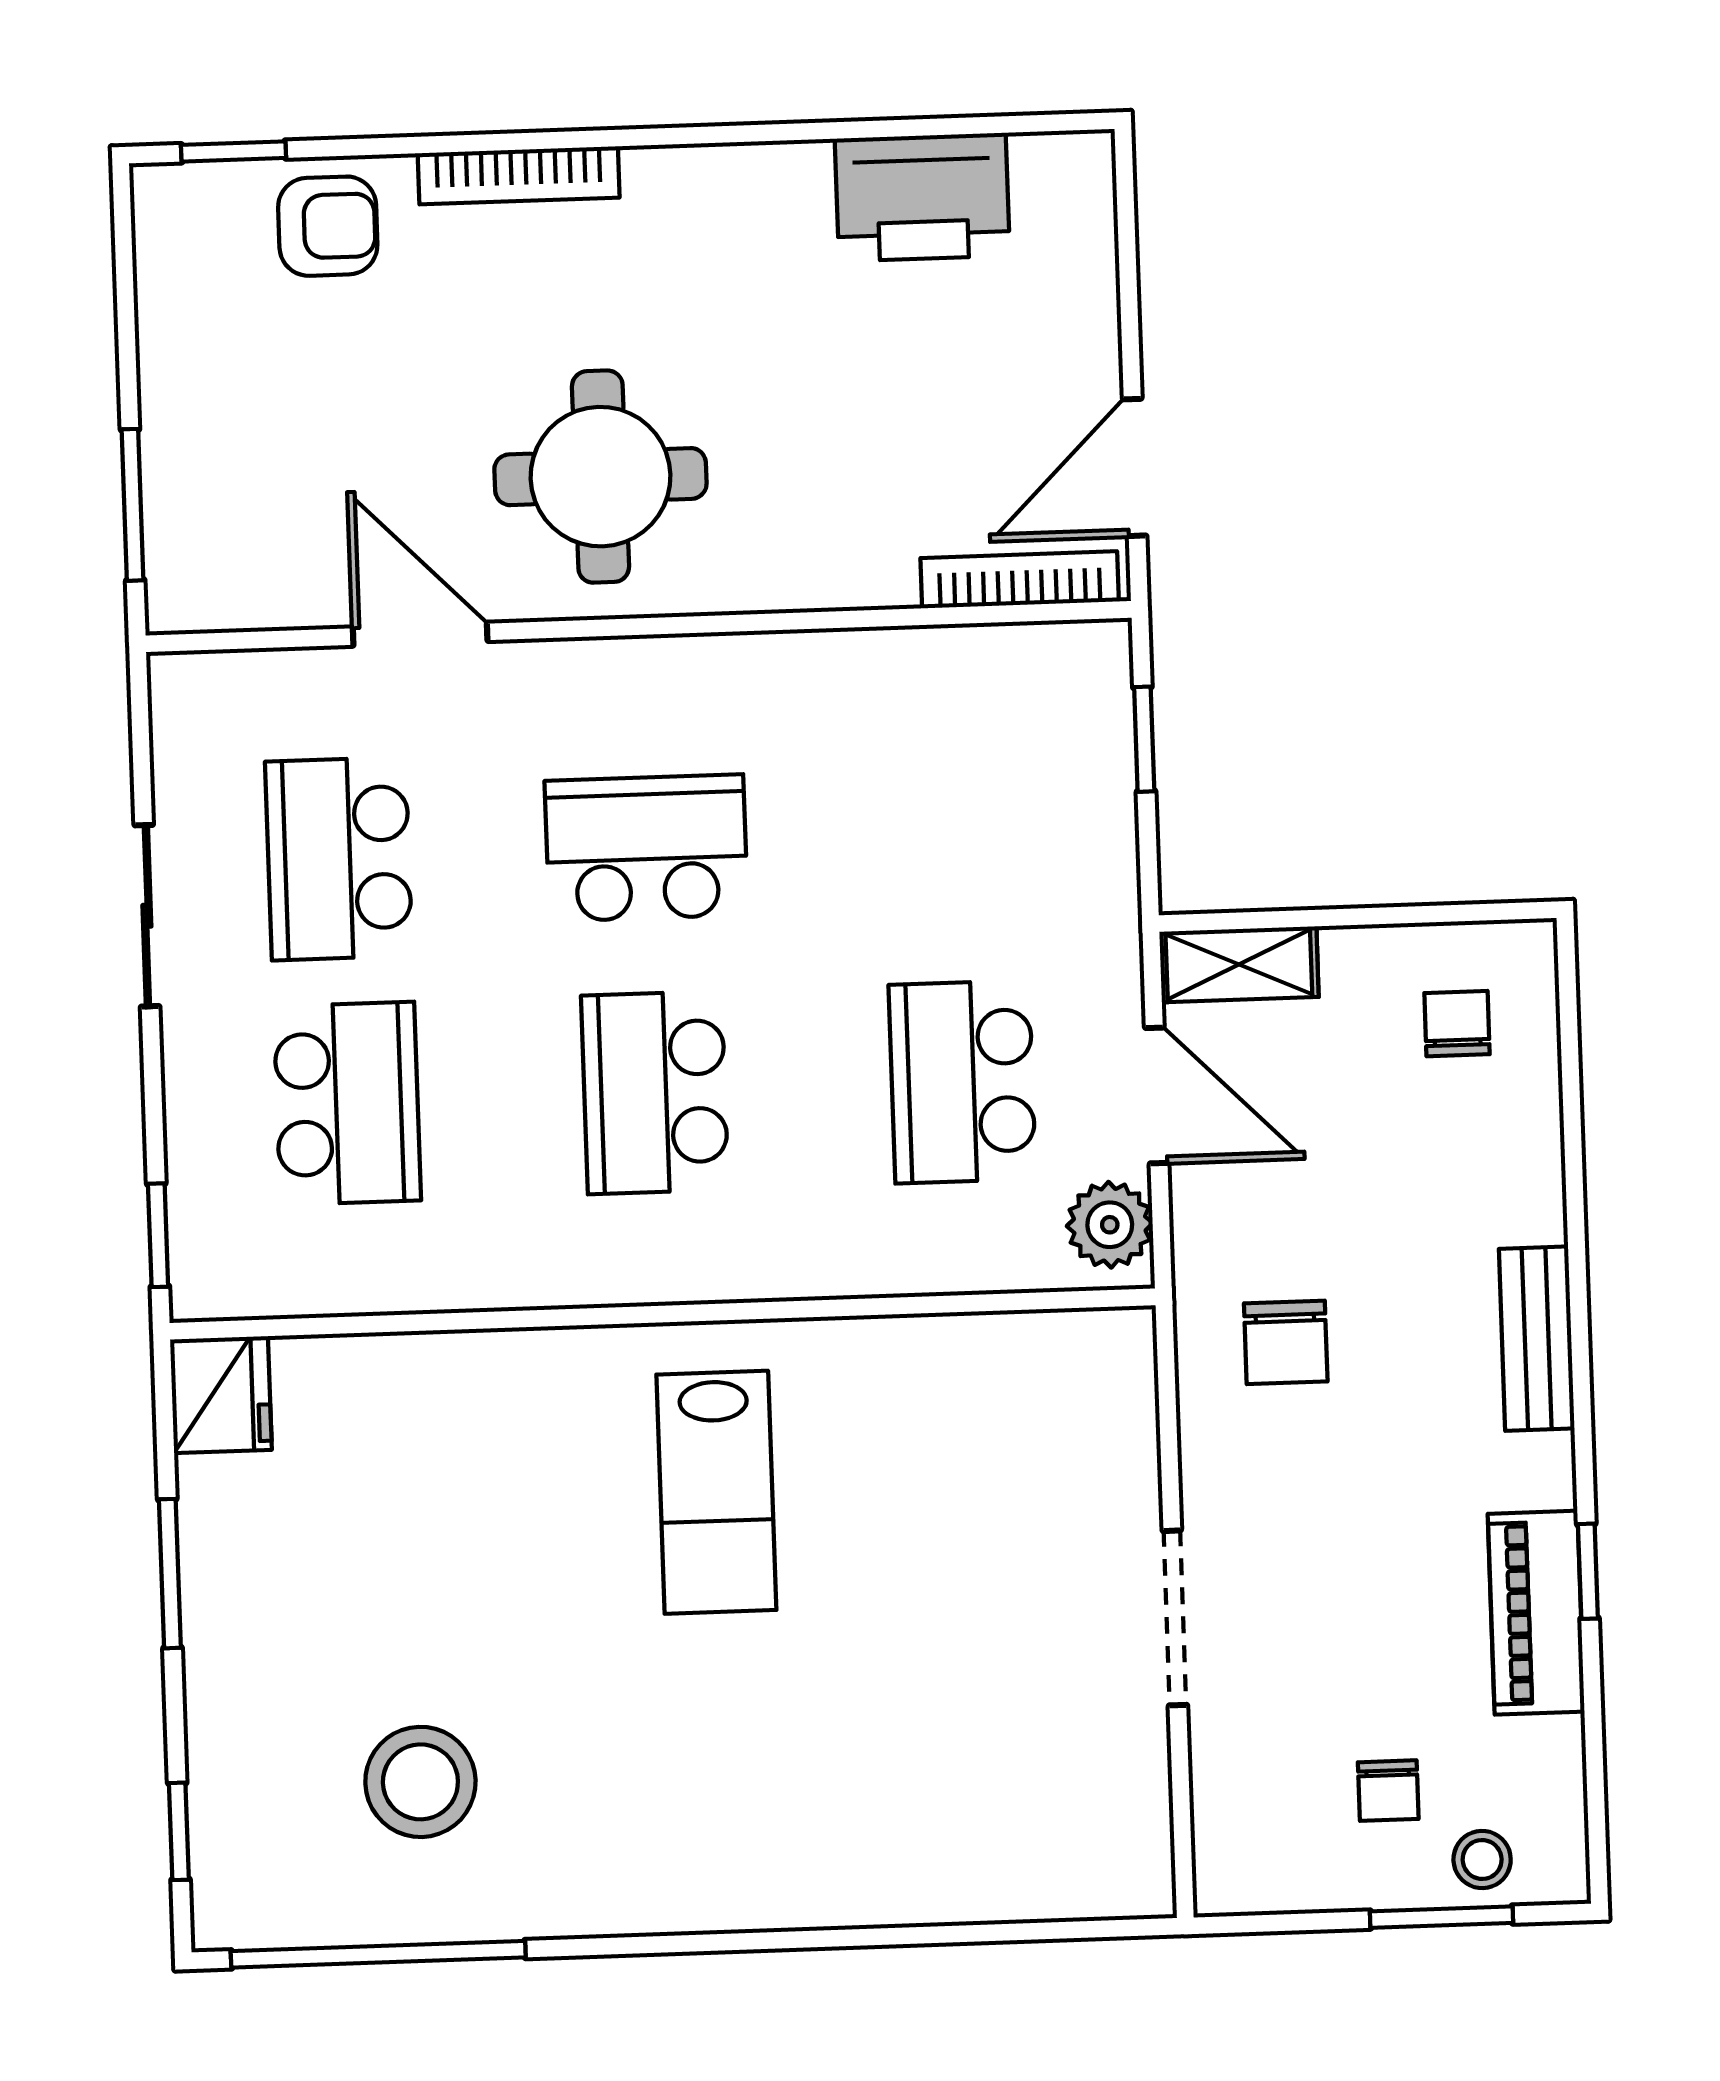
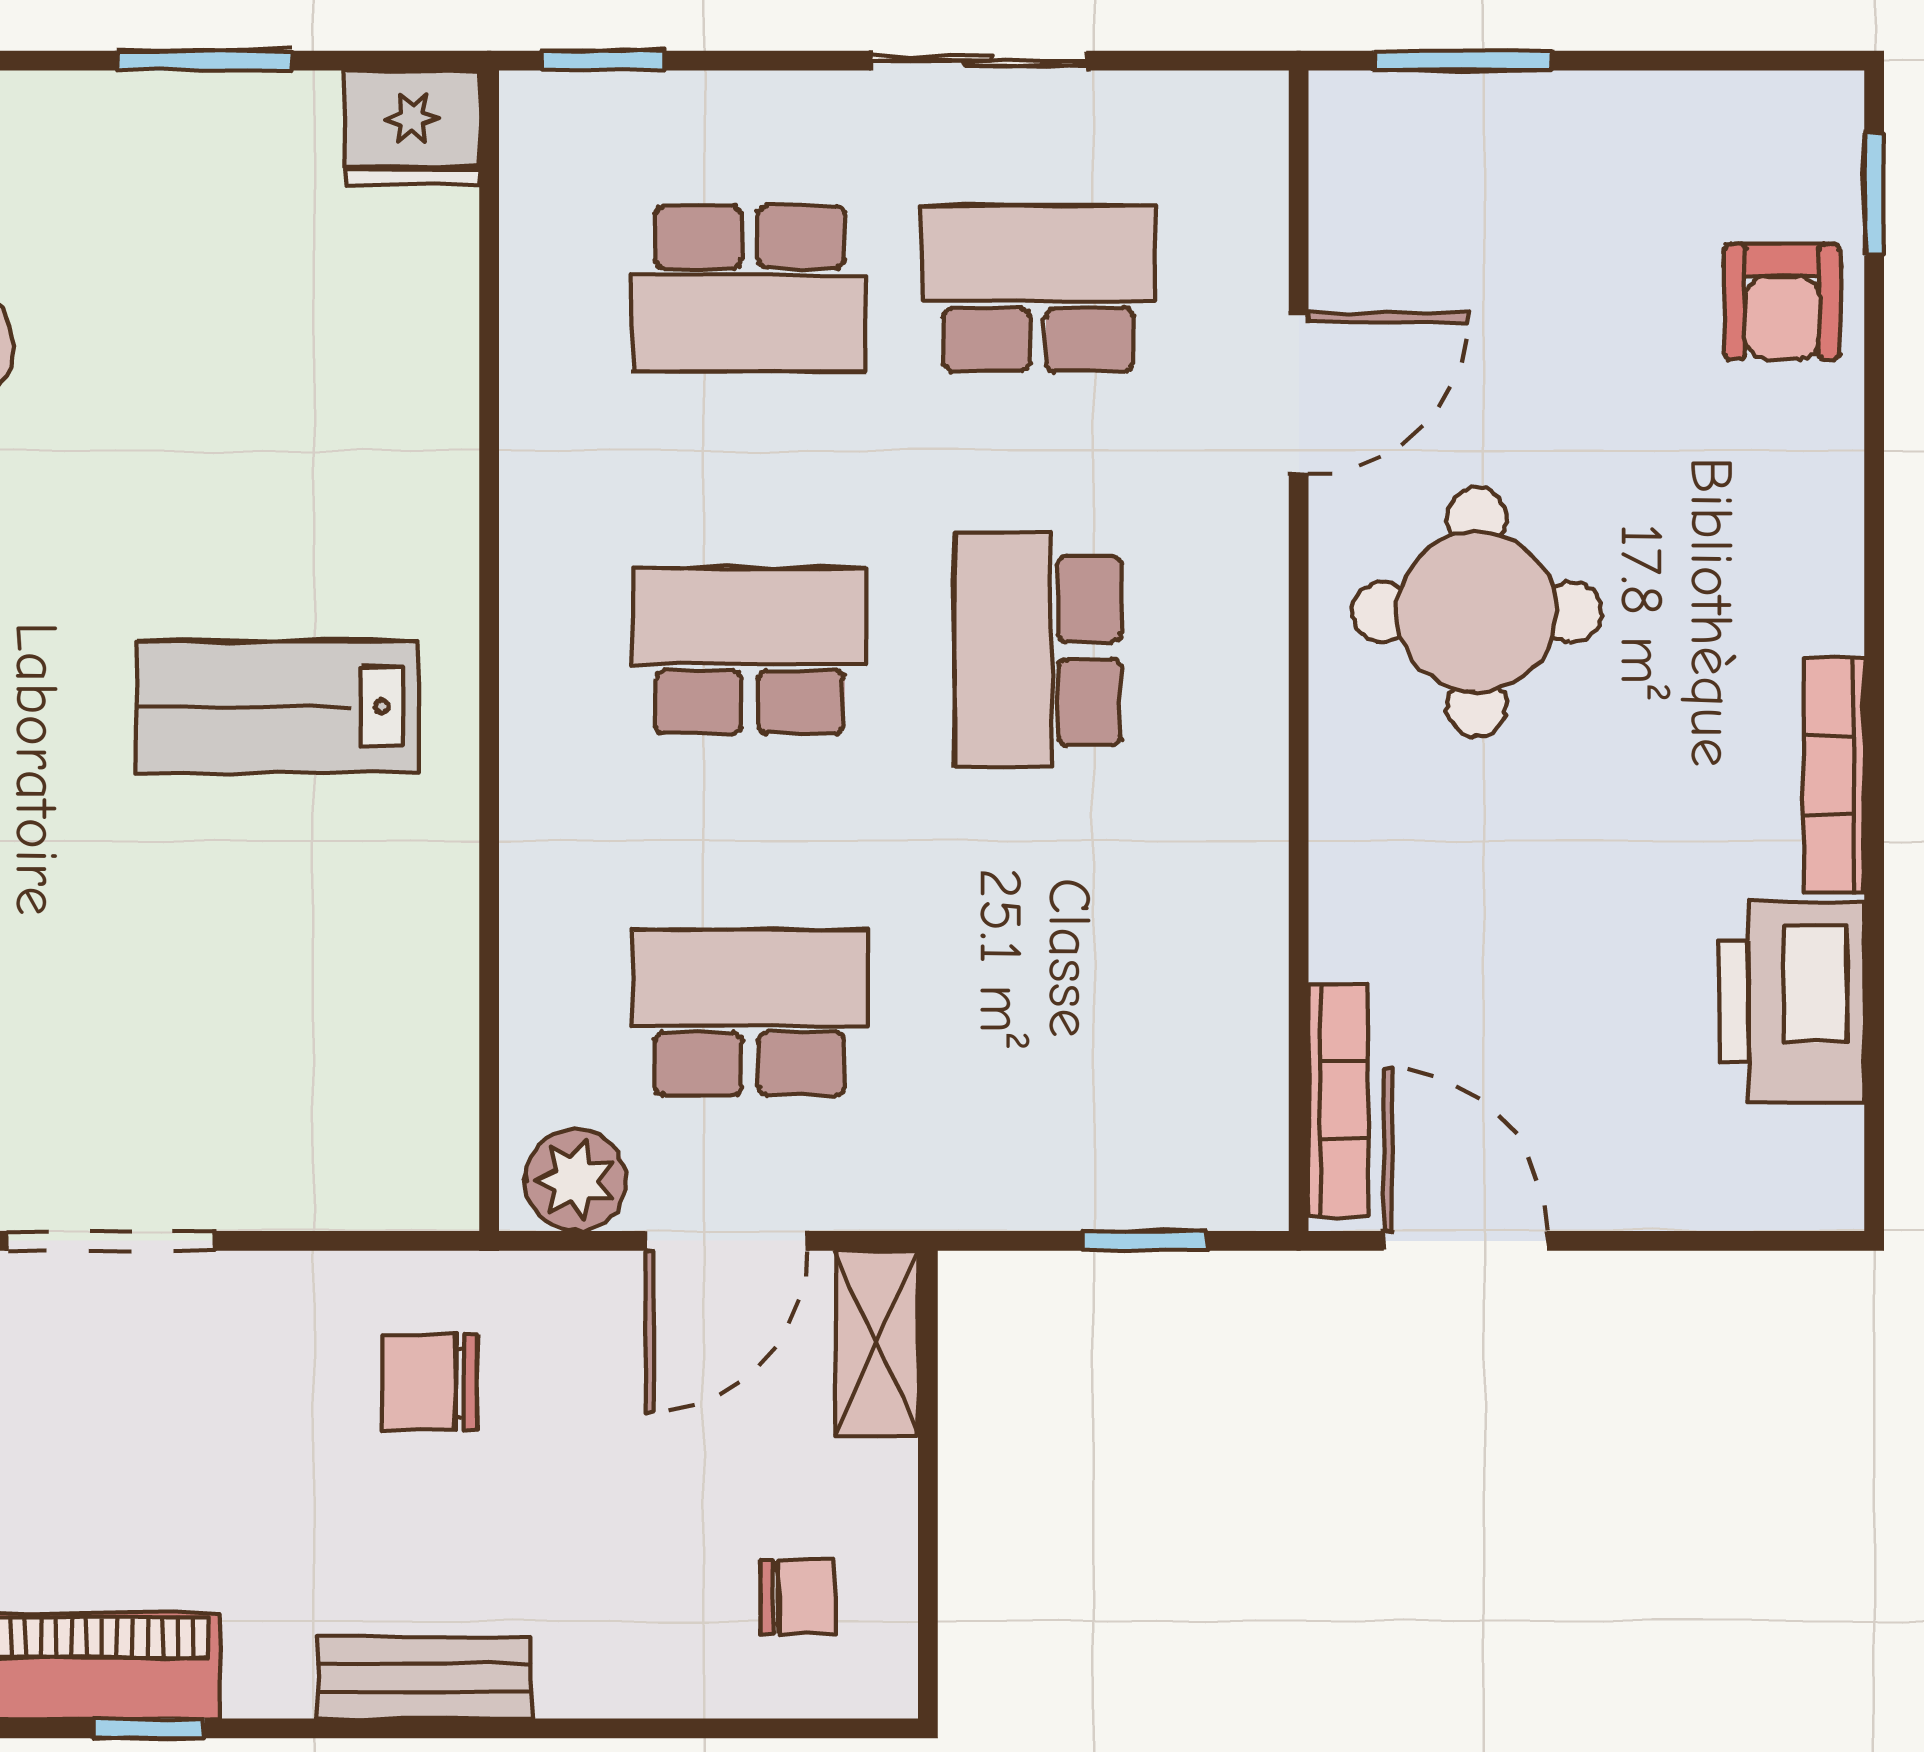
bookcase: (519, 175) -> (1834, 776), moved
school desk: (646, 848) -> (1038, 651), turned 180

